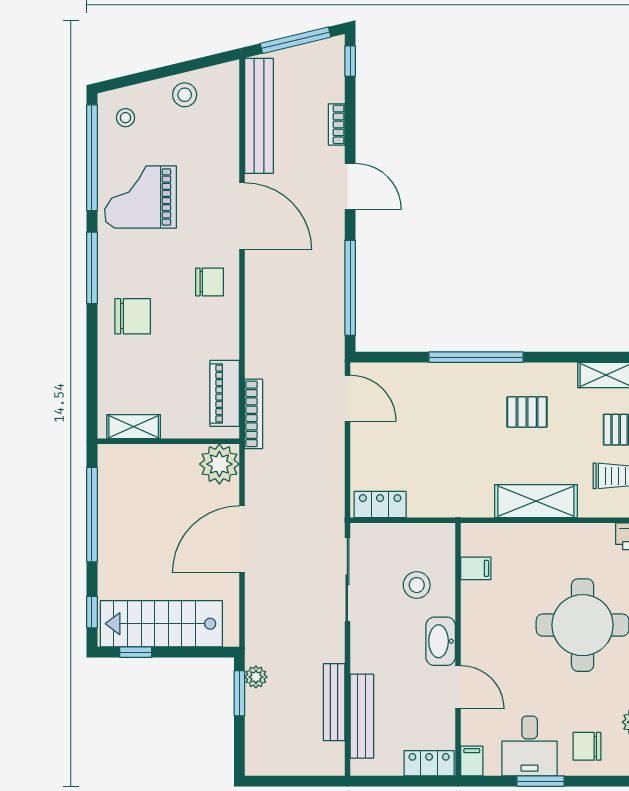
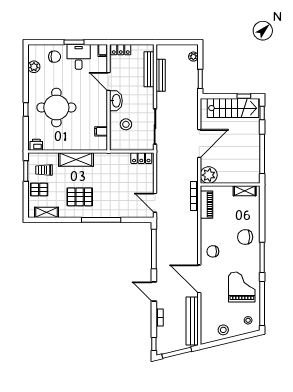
grand piano: (140, 197) -> (242, 287), turned -90
pallet: (527, 412) -> (80, 197), width x1.50, depth x1.42
plant: (256, 677) -> (193, 57), moved

